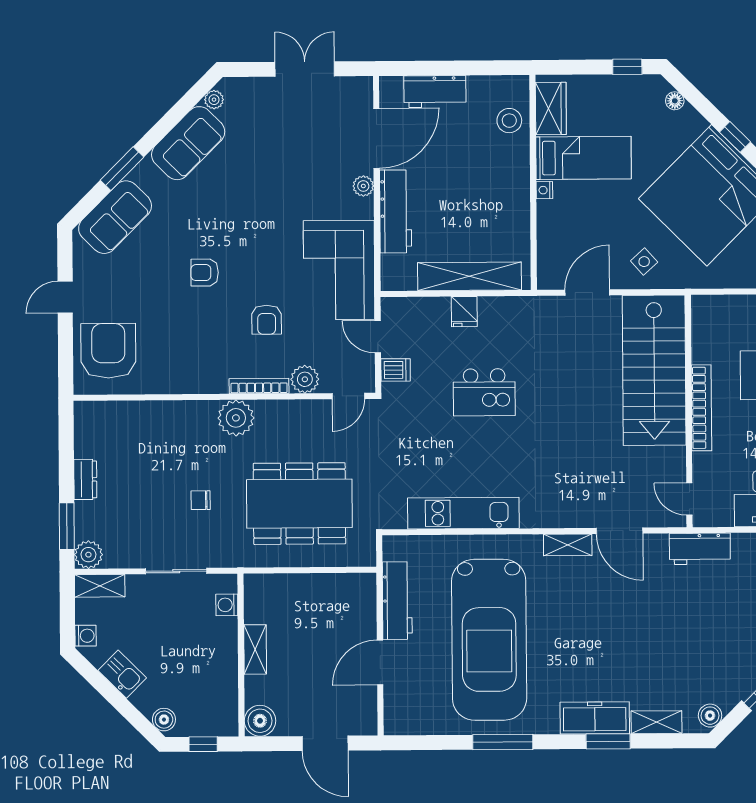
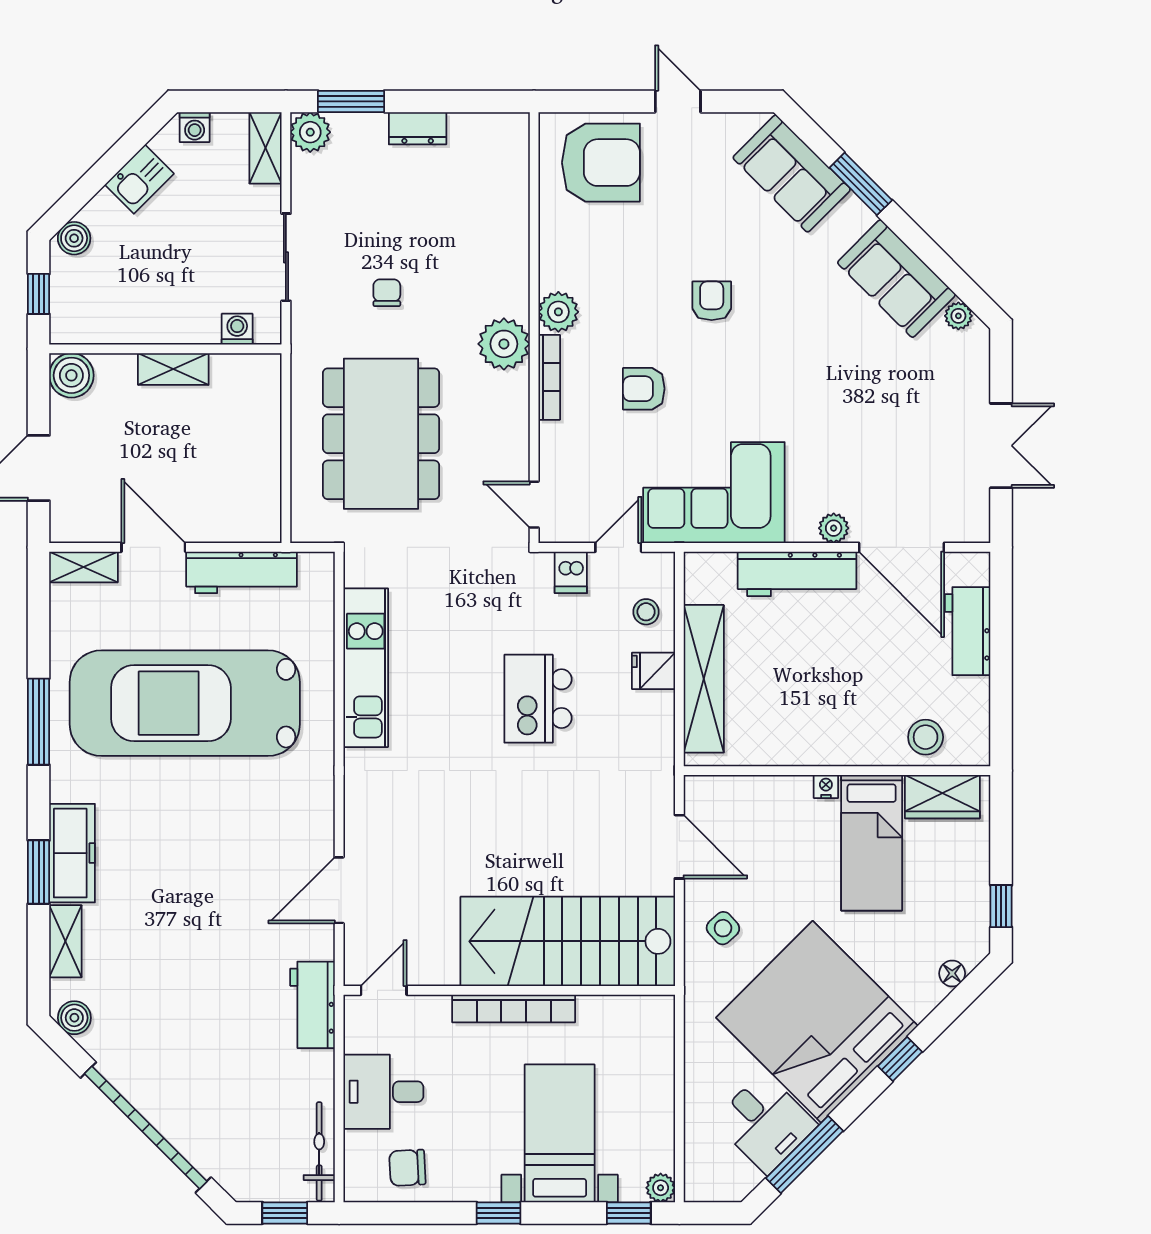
stool: (423, 317) -> (646, 612), added
plant: (305, 379) -> (558, 312), moved
shelving: (568, 545) -> (84, 567), moved, turned 90

